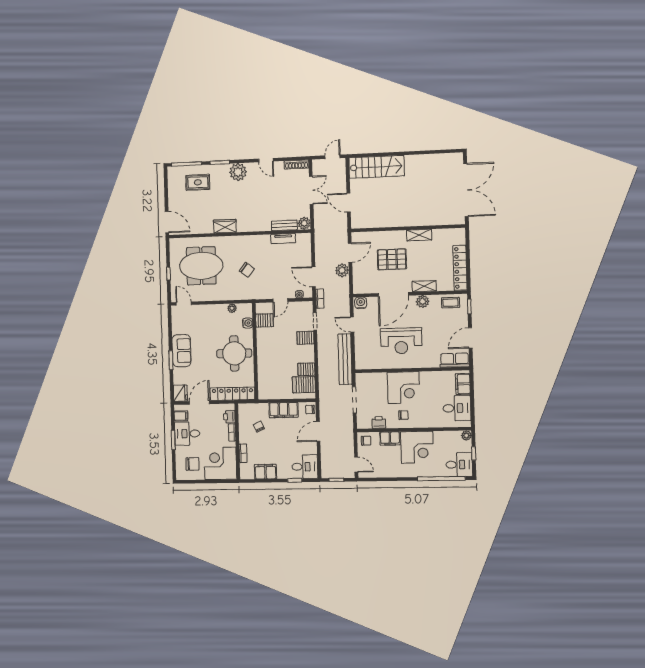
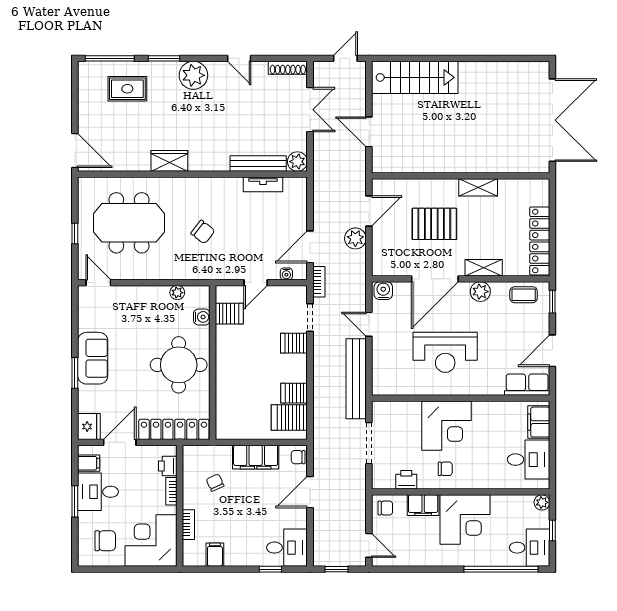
bench: (284, 225) -> (258, 164), width x1.36
door: (314, 277) -> (310, 247), hinge flipped
filing cabinet: (265, 472) -> (215, 555), width x0.50

